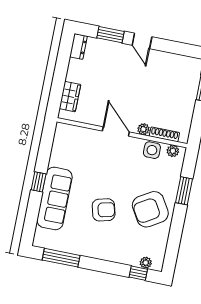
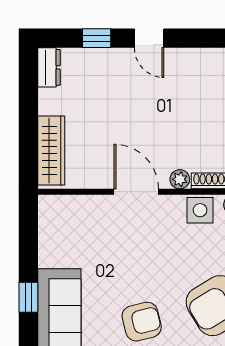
window: (111, 35) -> (97, 38), width x0.67
wardrobe: (70, 97) -> (51, 150), width x1.50

